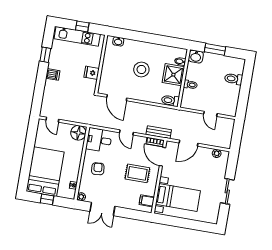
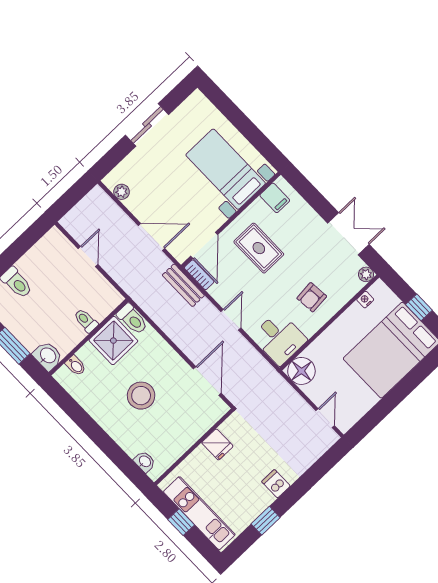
shower: (173, 75) -> (113, 341), moved

